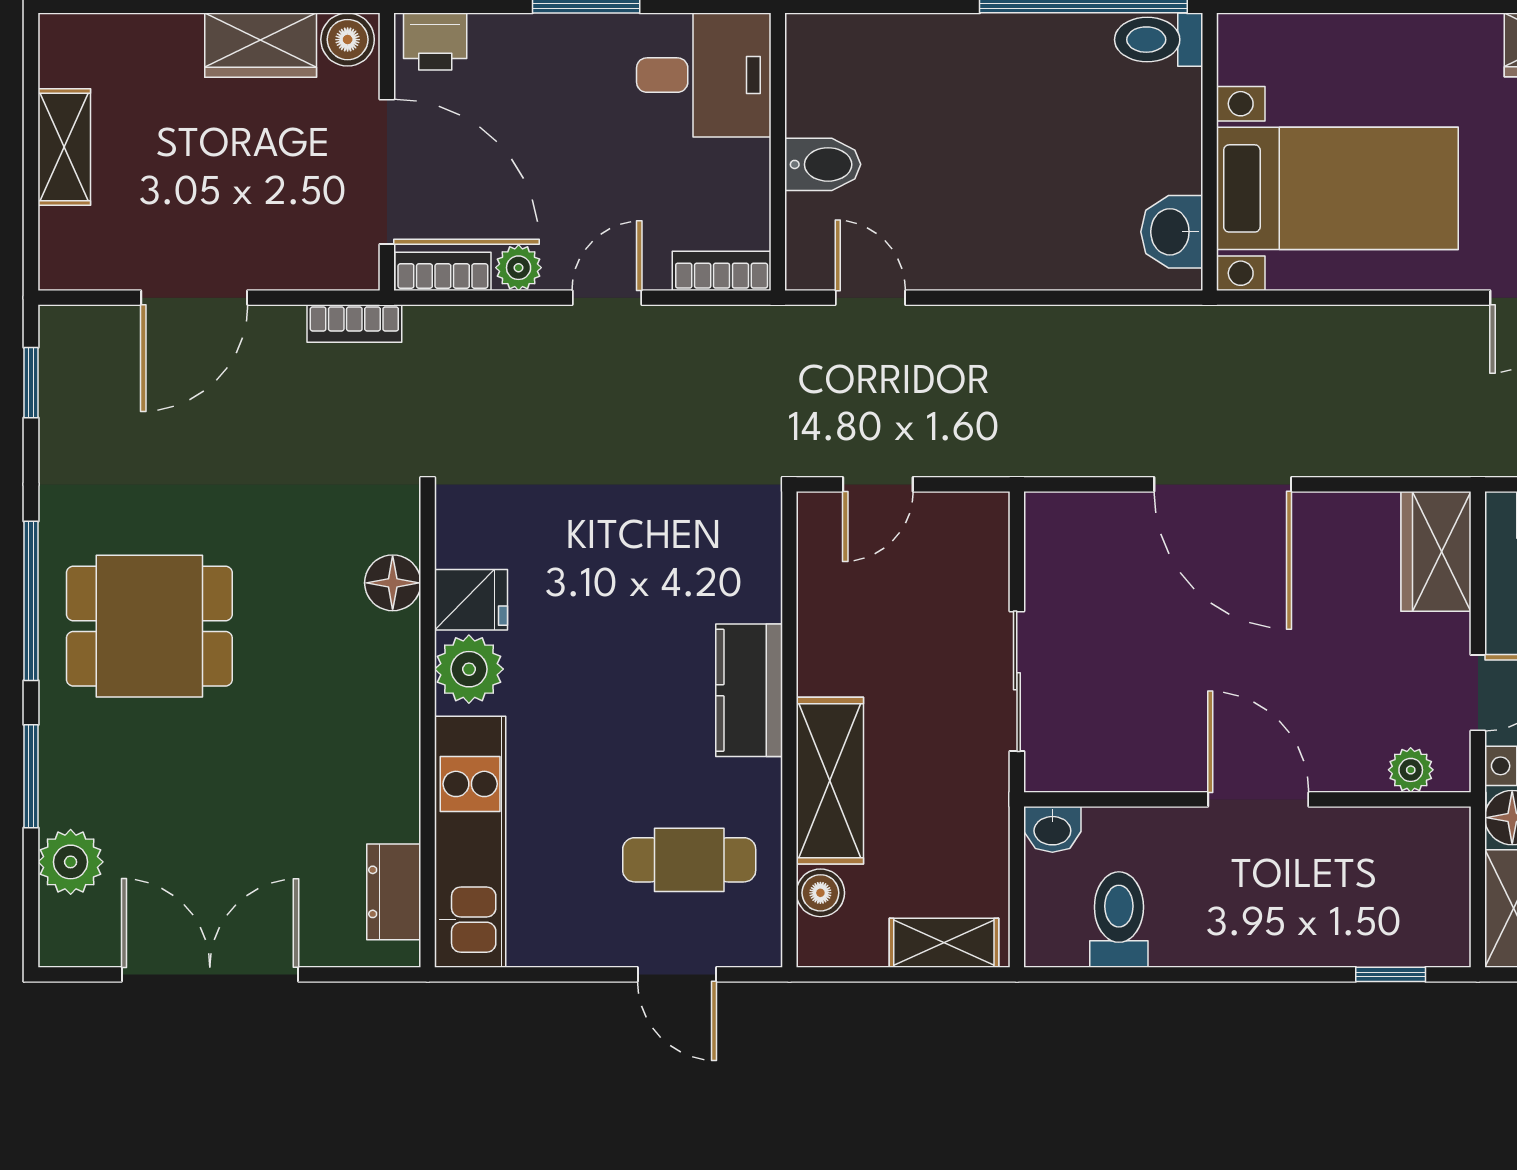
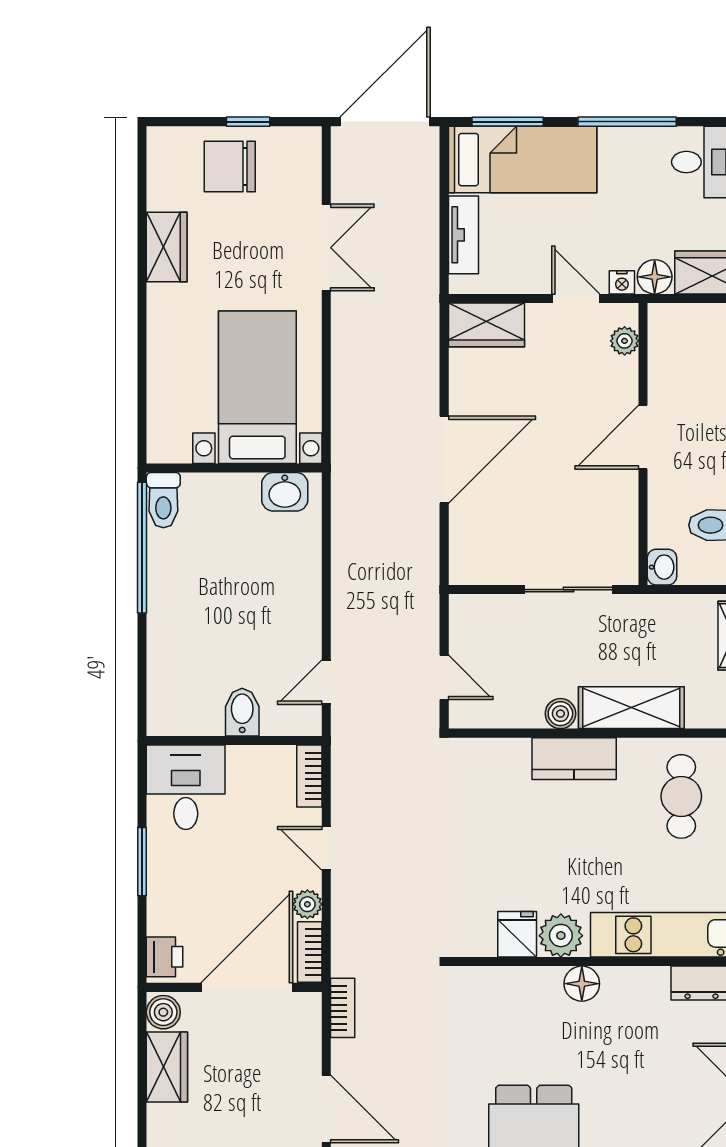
floor lamp: (393, 583) -> (582, 984), moved
boiler: (820, 893) -> (560, 714), moved

